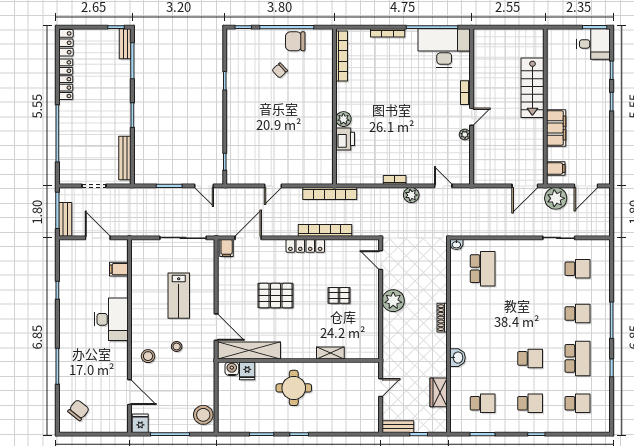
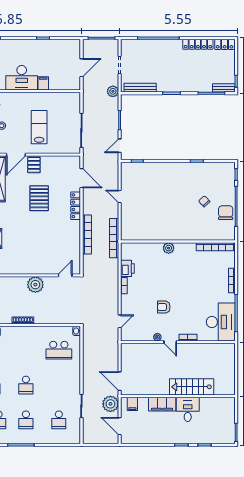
desk: (594, 44) -> (188, 409), moved, turned 180
armchair: (424, 126) -> (164, 307), added
printer: (345, 139) -> (127, 268), moved, turned -90
plant: (411, 195) -> (113, 91), moved
bench: (65, 219) -> (95, 44), removed
locker: (305, 246) -> (76, 206), moved
filing cabinet: (227, 248) -> (74, 162), removed
filing cabinet: (119, 269) -> (43, 83), moved
pallet: (339, 295) -> (34, 165), moved
lab bench: (179, 296) -> (39, 127), turned 90
school desk: (530, 314) -> (26, 385), added

